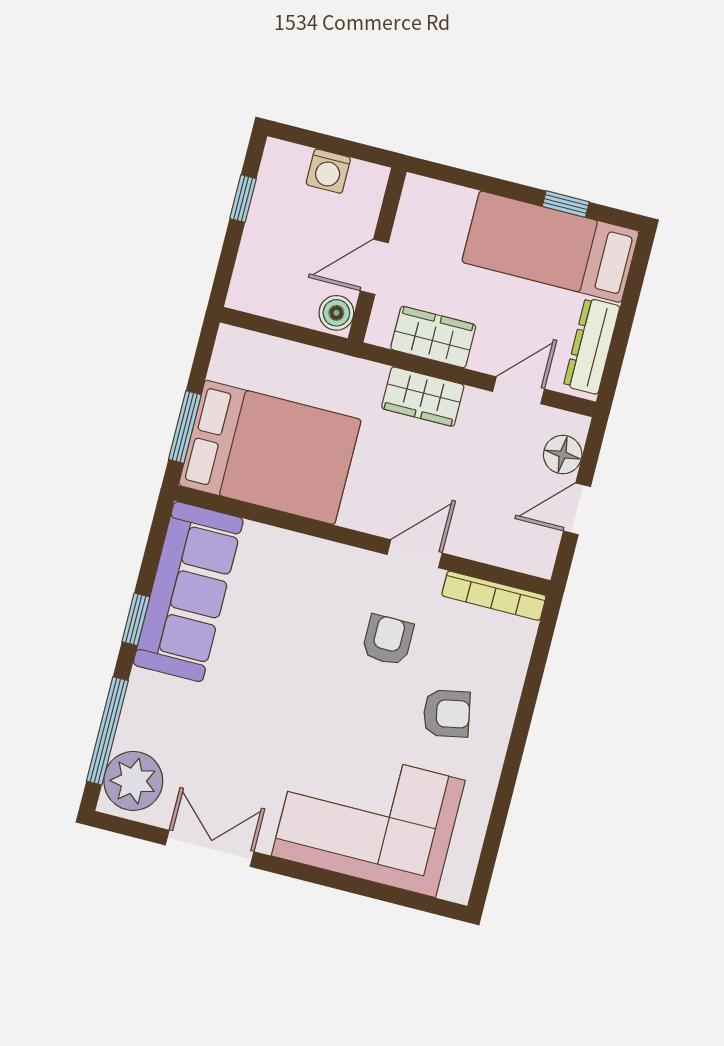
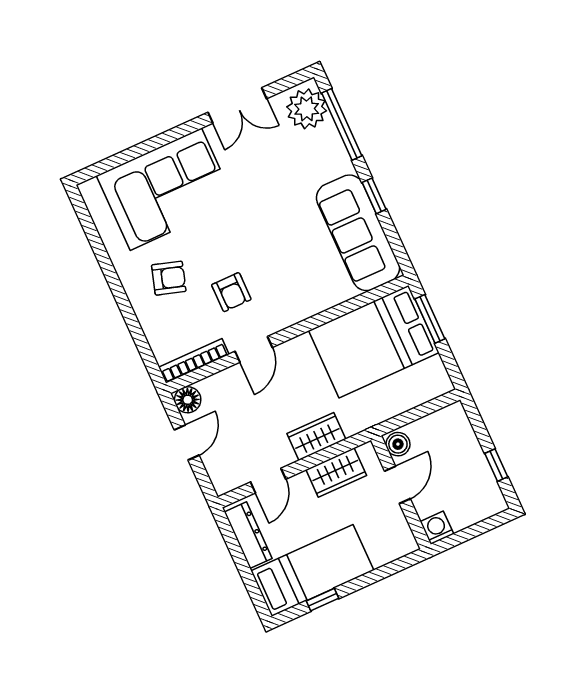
washing machine: (328, 171) -> (437, 528), moved
floor lamp: (563, 455) -> (188, 400), moved
armchair: (447, 713) -> (169, 278), turned -152

